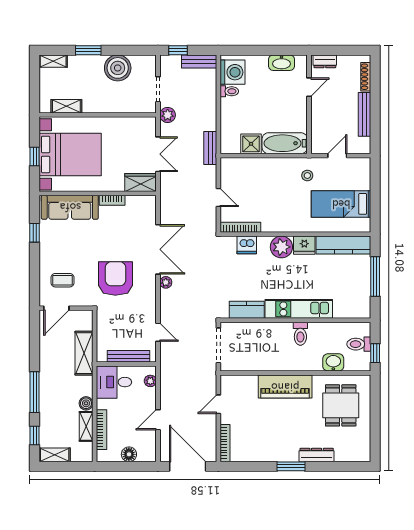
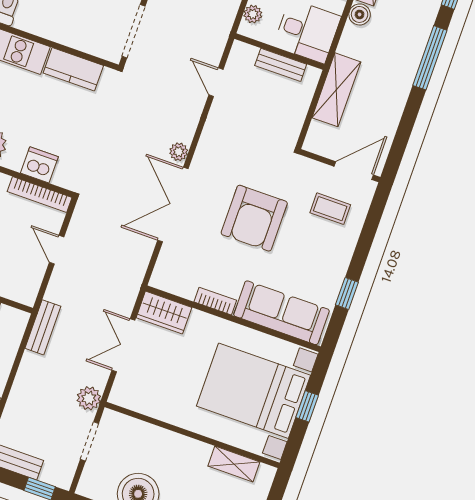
armchair: (115, 279) -> (254, 218), moved
bench: (128, 356) -> (281, 65), width x0.73

